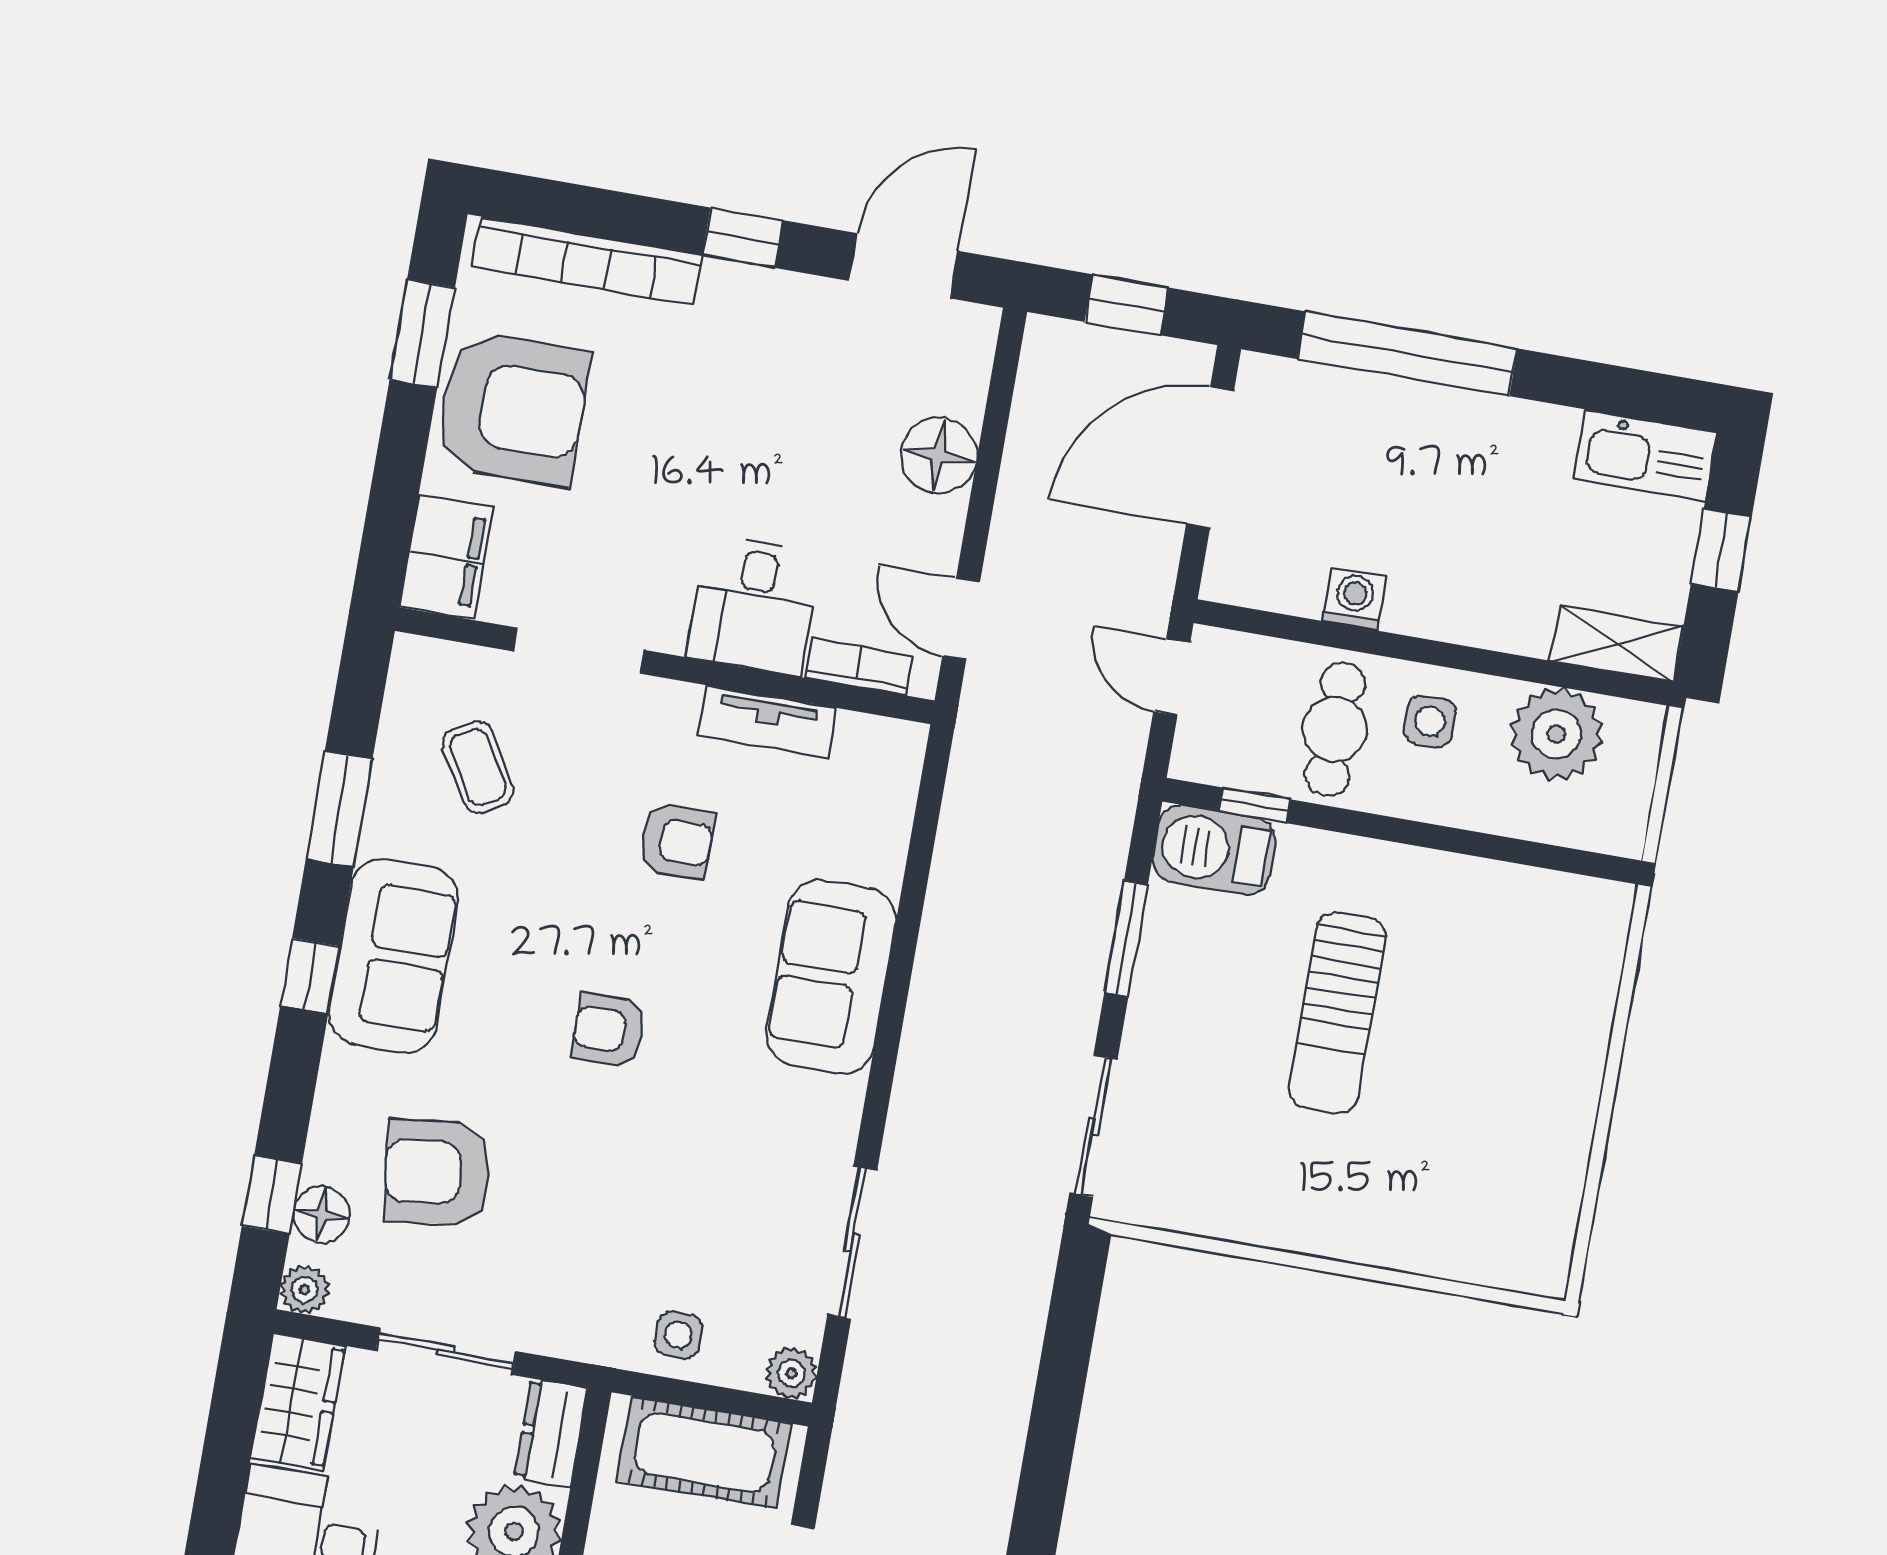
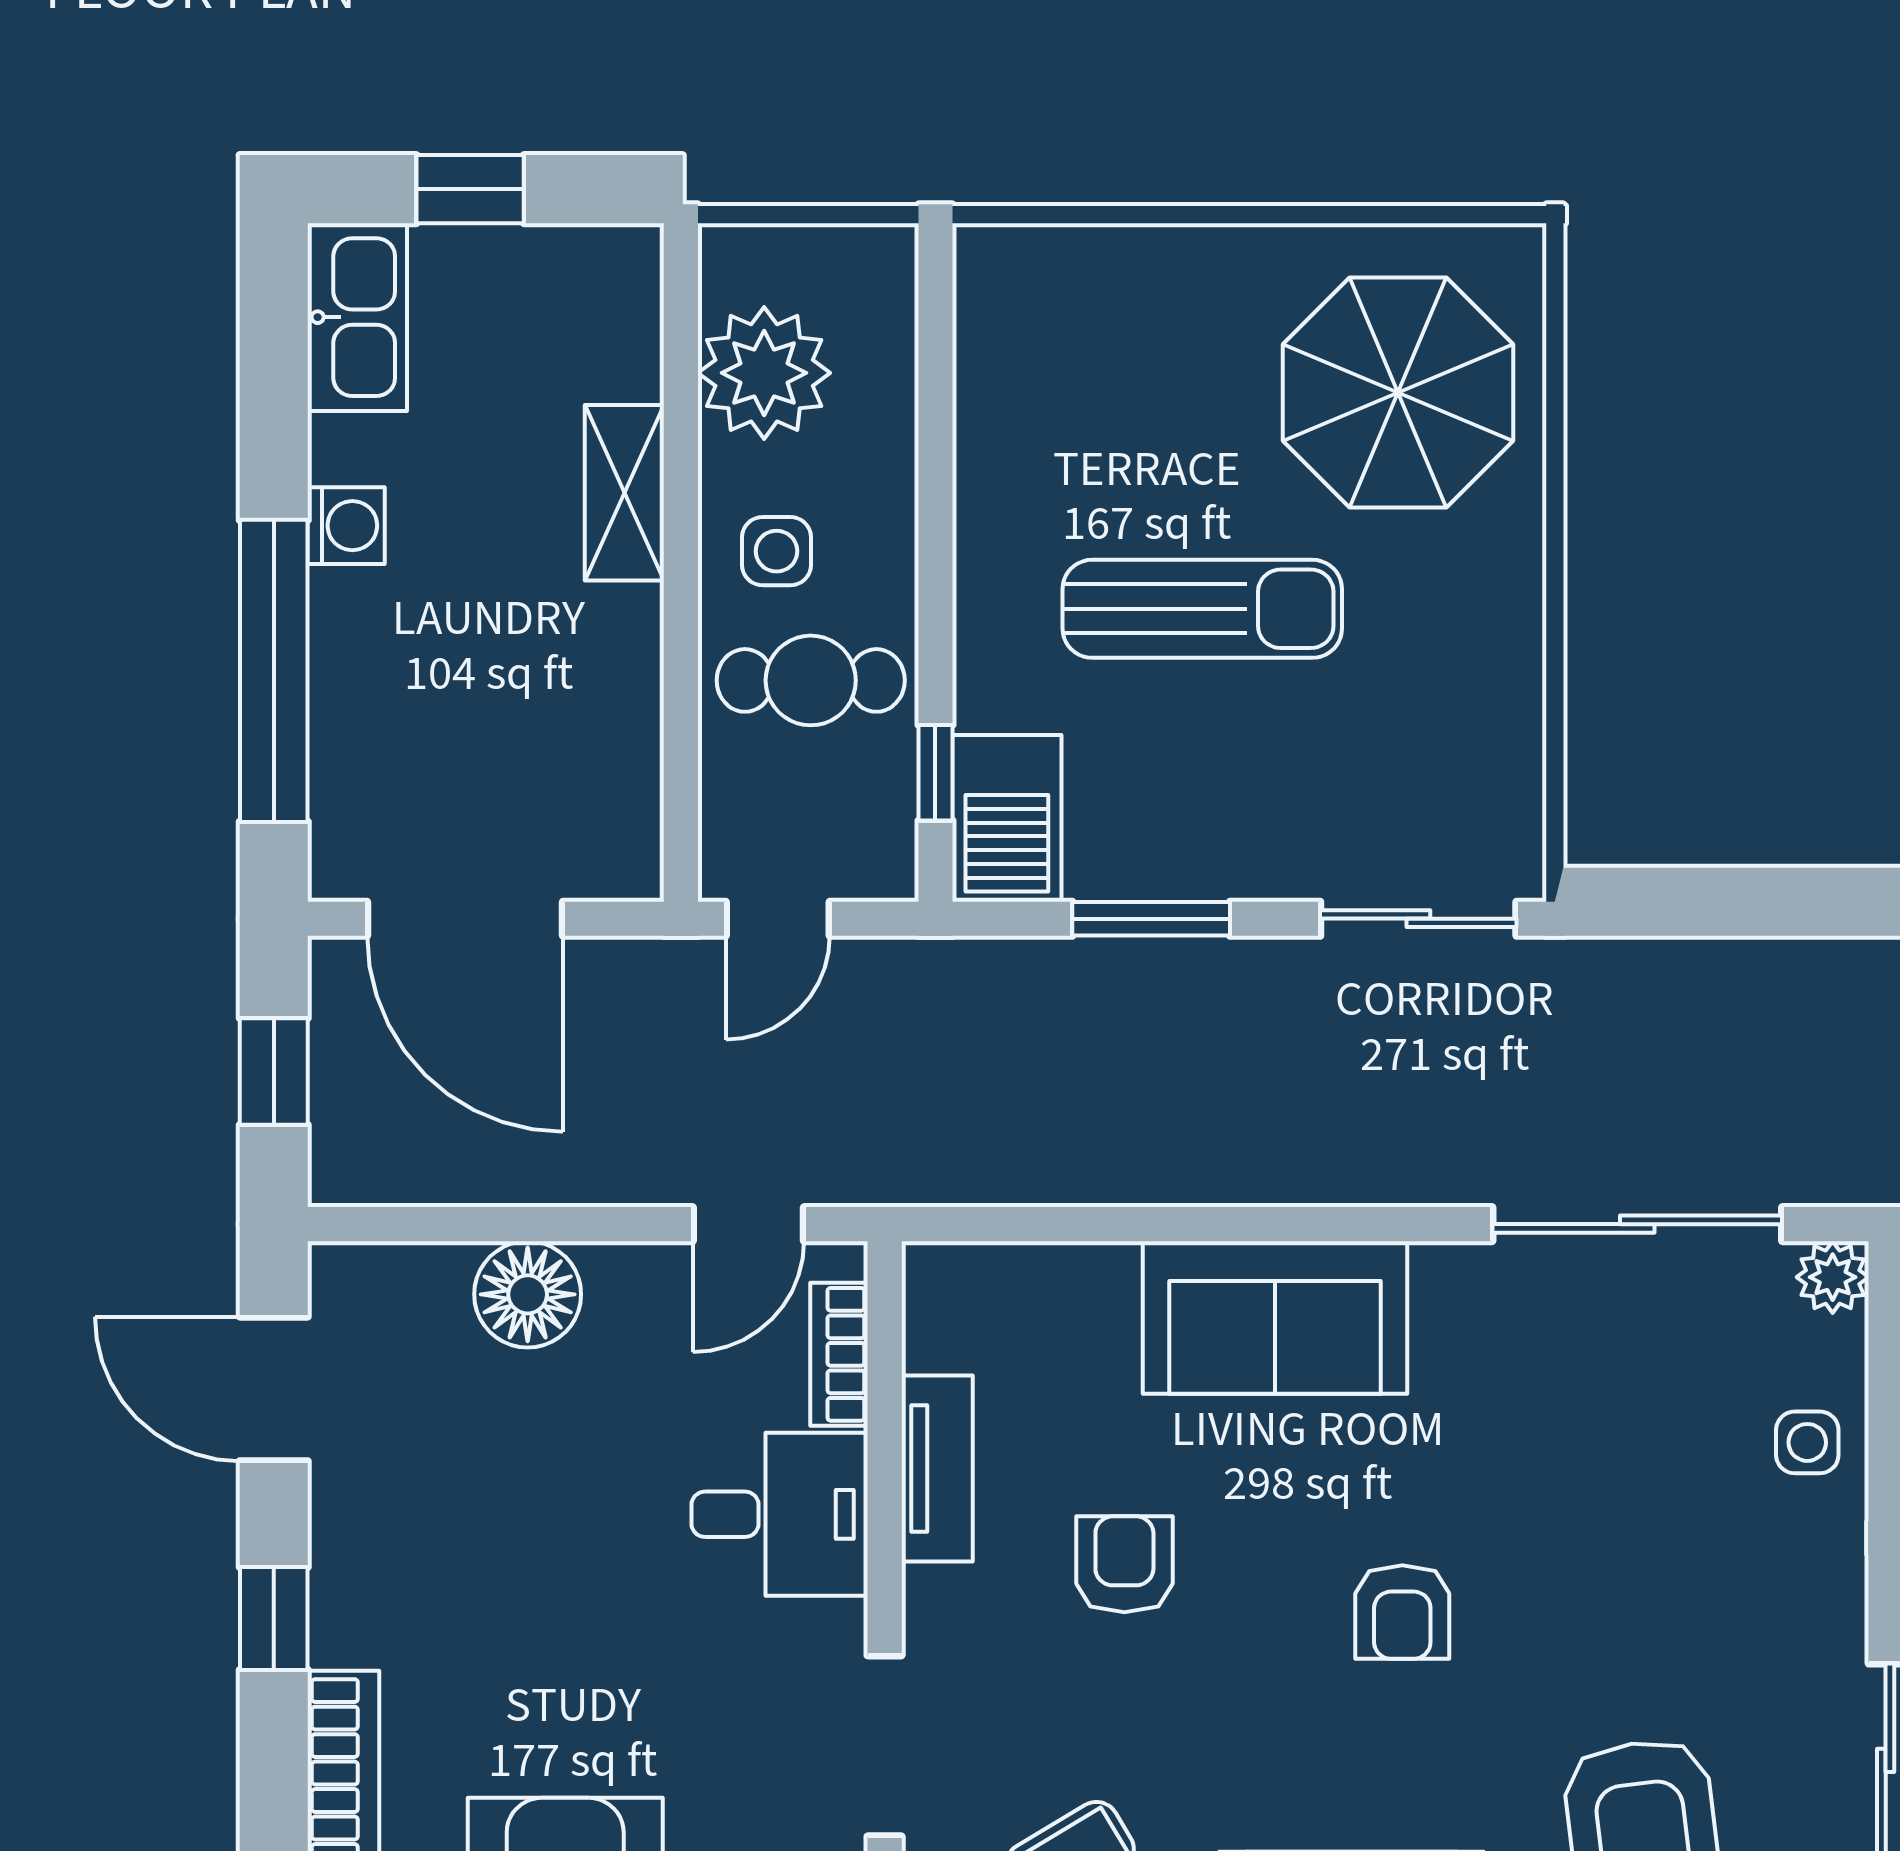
washing machine: (1354, 599) -> (346, 526), moved, turned 180
shelving: (1617, 644) -> (624, 493), moved
parasol: (1465, 1176) -> (1398, 392), added
sliding door: (852, 1242) -> (1637, 1224), width x1.37

